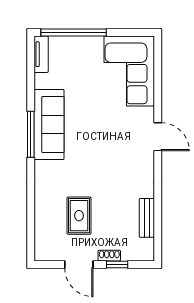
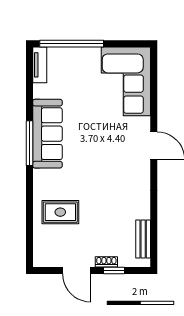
rug: (79, 216) -> (60, 212), moved, turned 90
bench: (147, 218) -> (143, 239), moved

